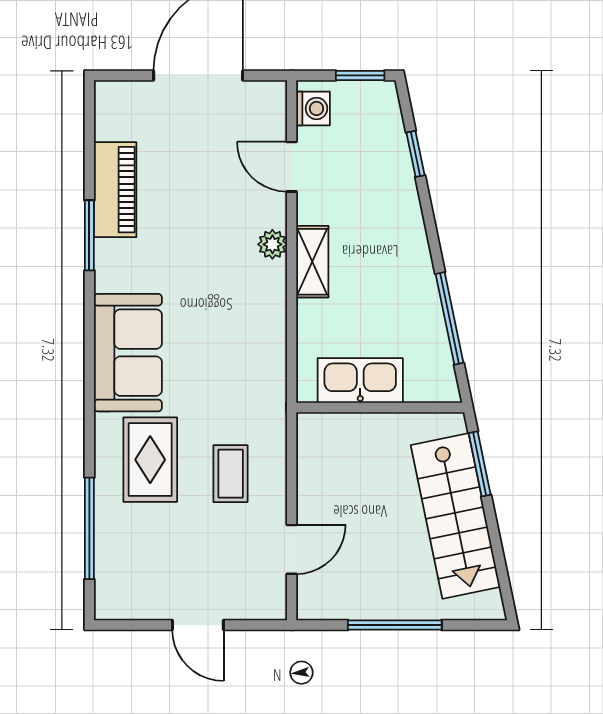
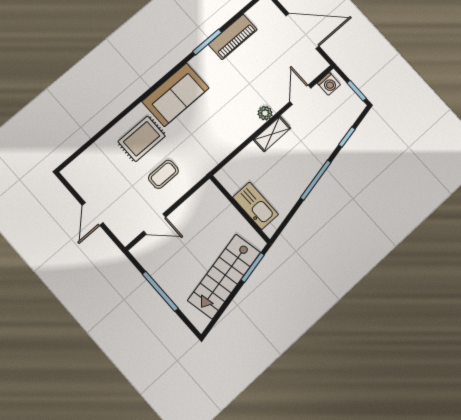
window: (450, 318) -> (316, 180), moved
kitchen sink: (360, 380) -> (256, 206), moved
window: (89, 528) -> (94, 139), removed

